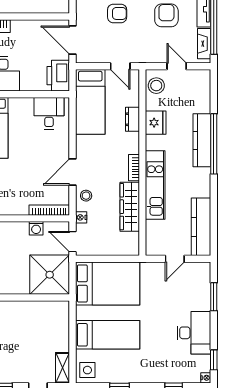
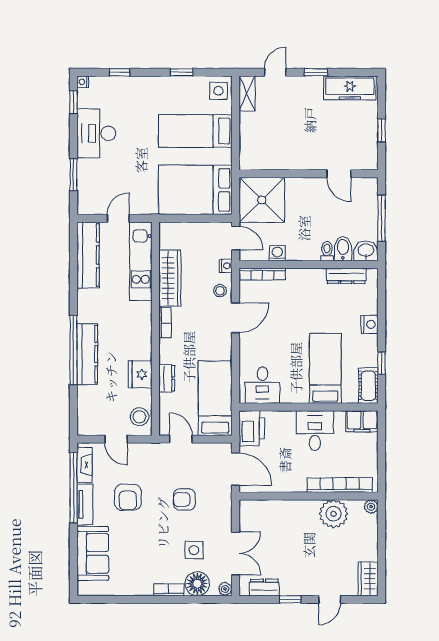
kitchen unit: (155, 185) -> (141, 261), moved

